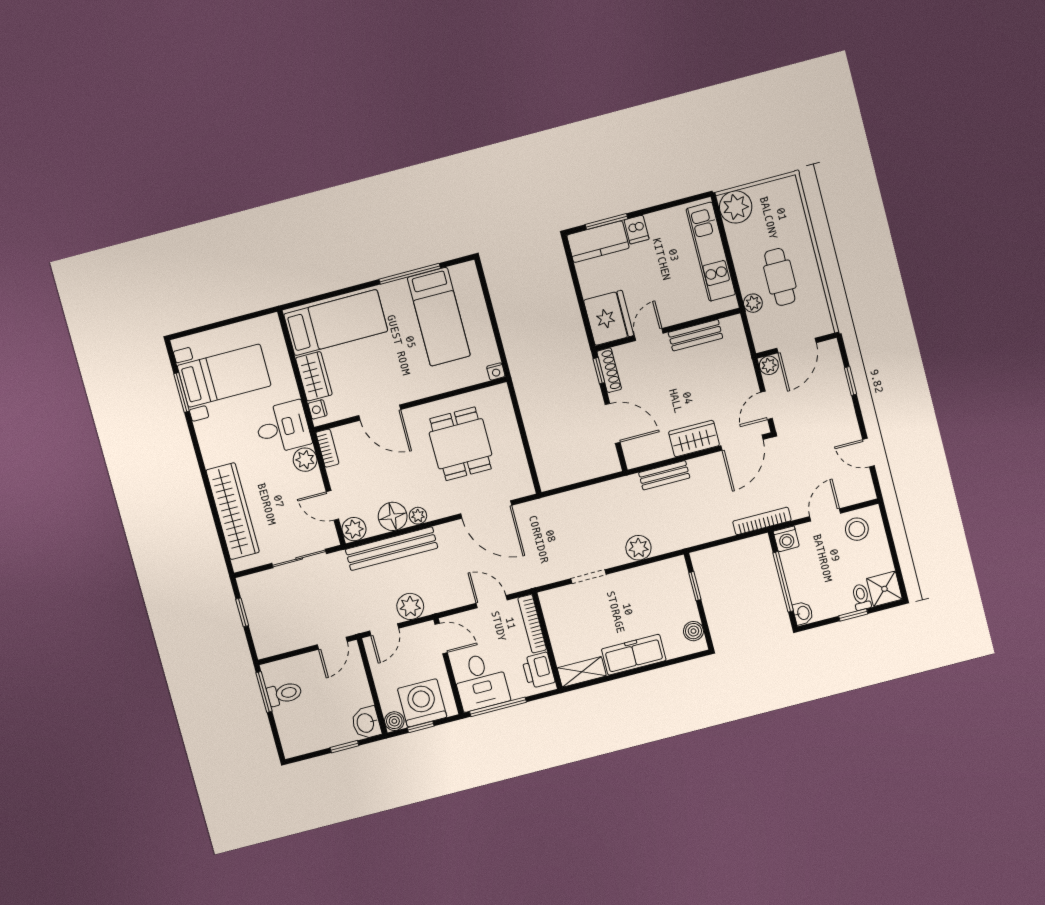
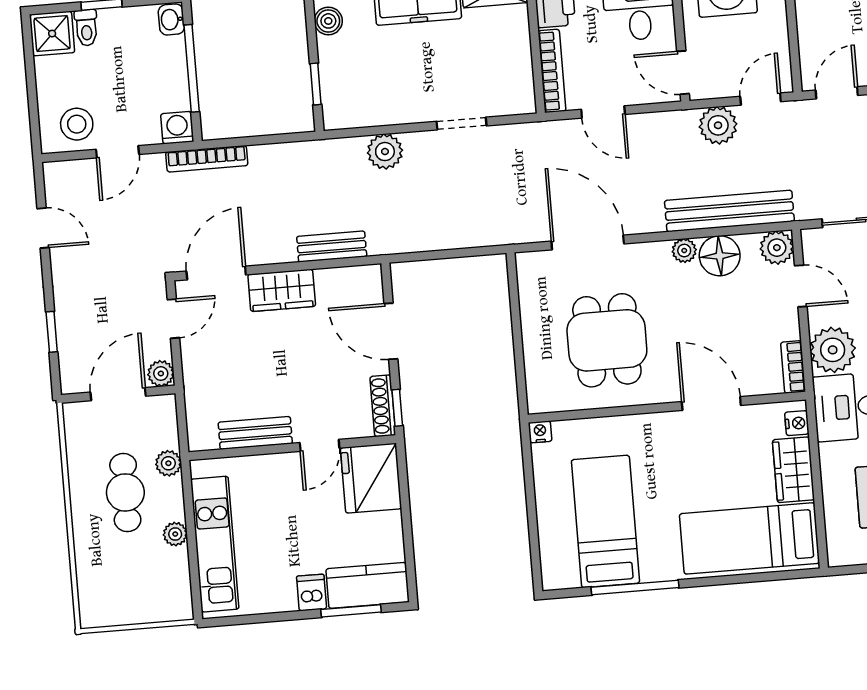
plant: (736, 207) -> (175, 534), moved, width x0.53, depth x0.53
plant: (305, 460) -> (833, 350), width x1.36, depth x1.36

